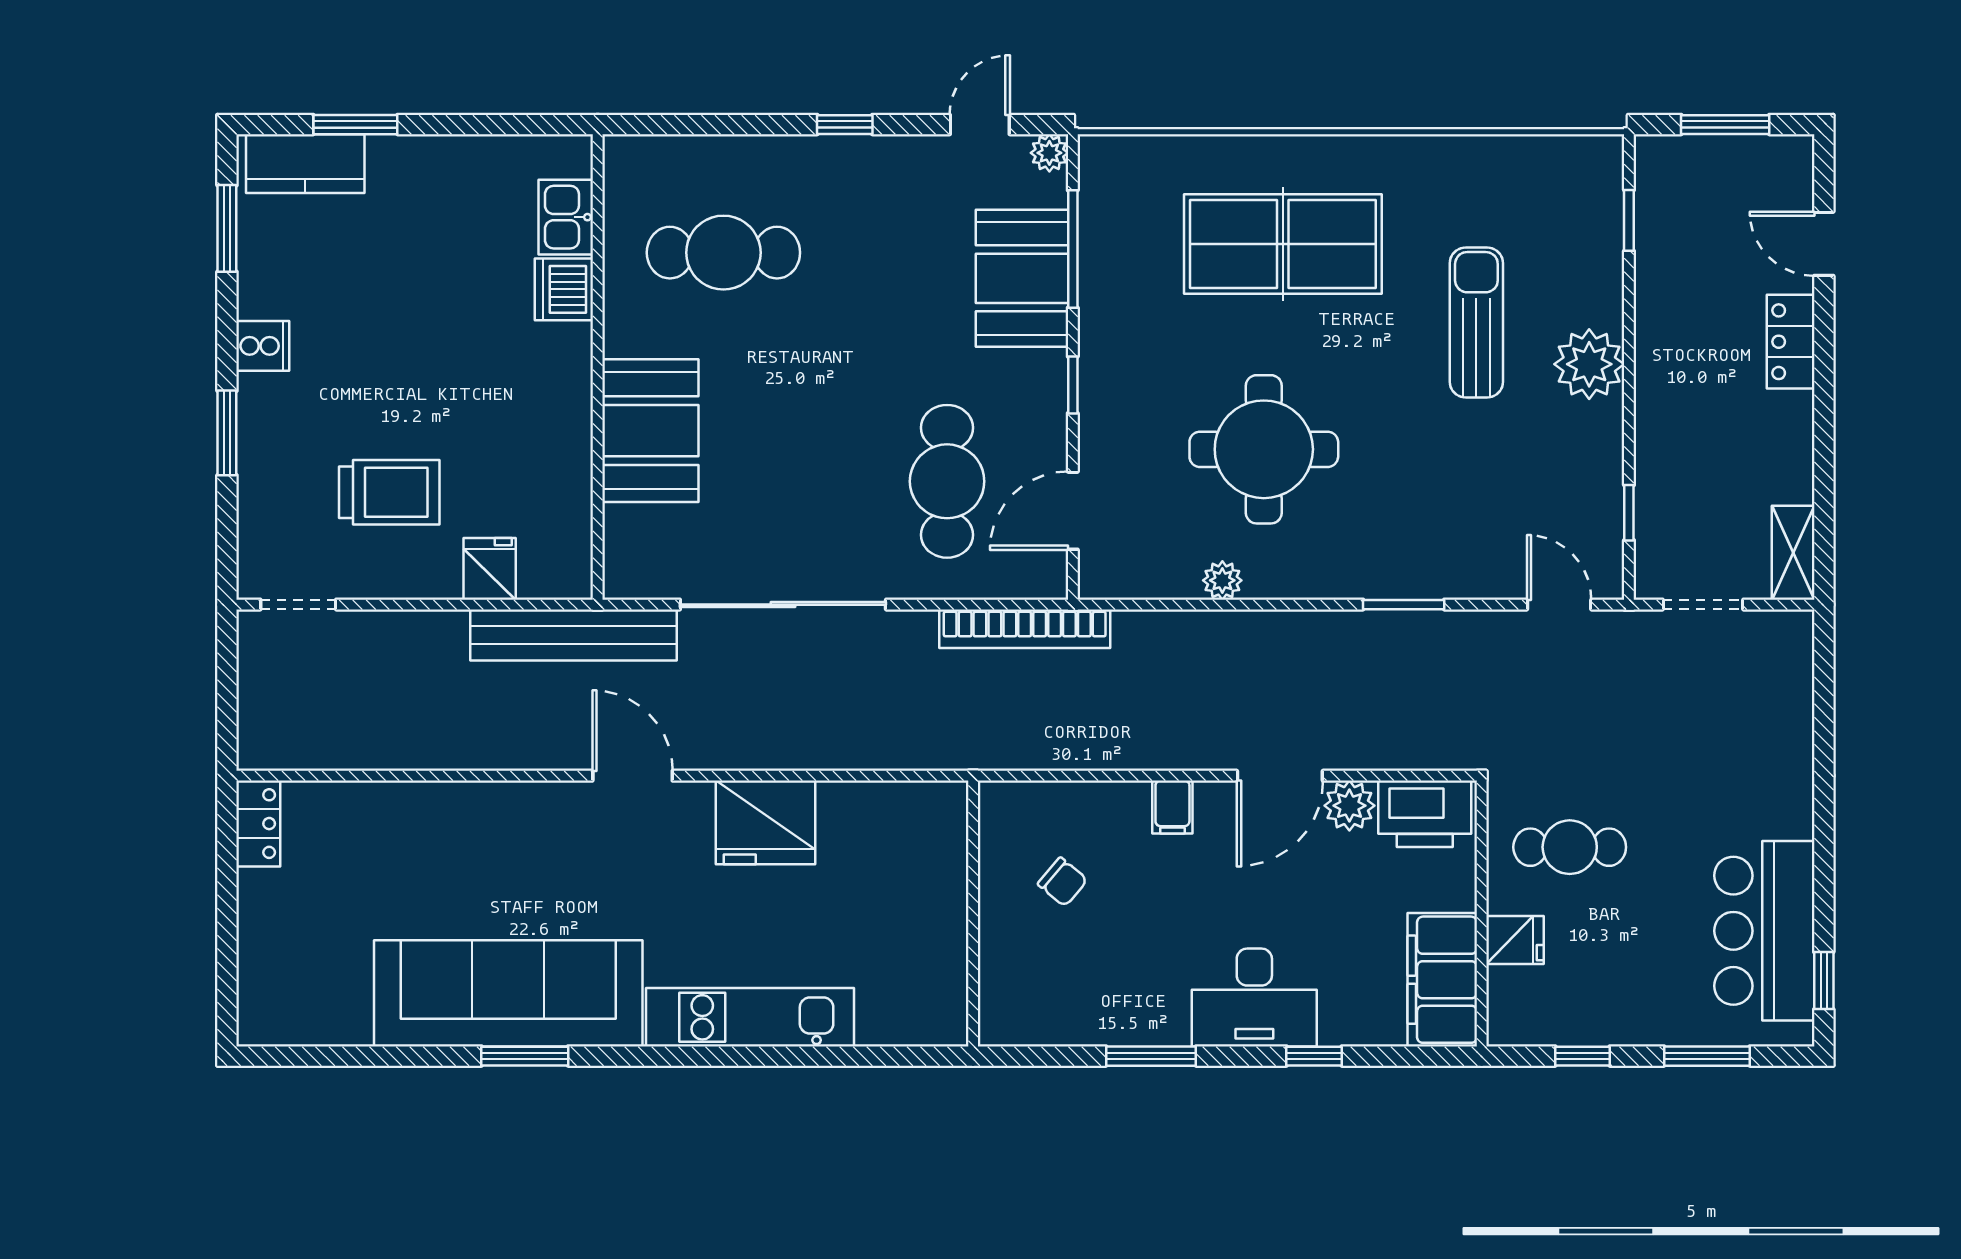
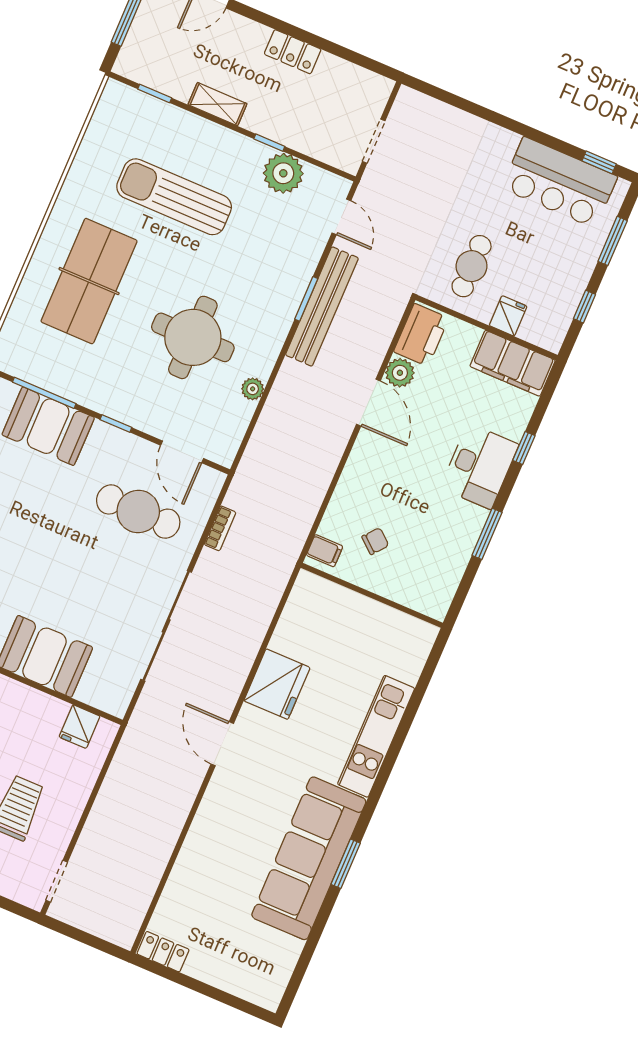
sun lounger: (1476, 323) -> (174, 197), width x1.36, depth x1.34
locker: (1791, 342) -> (293, 52), moved
plant: (1589, 364) -> (283, 173), moved
window: (1629, 513) -> (269, 143), moved
shelving: (1793, 553) -> (217, 104), moved
fridge: (490, 569) -> (80, 727), moved, turned -90
door: (1559, 605) -> (341, 217), swing flipped
bookcase: (1025, 629) -> (220, 528), width x0.43, depth x0.76
bench: (574, 635) -> (322, 306), moved
door: (633, 776) -> (222, 744), hinge flipped
filing cabinet: (1172, 807) -> (325, 551), moved

